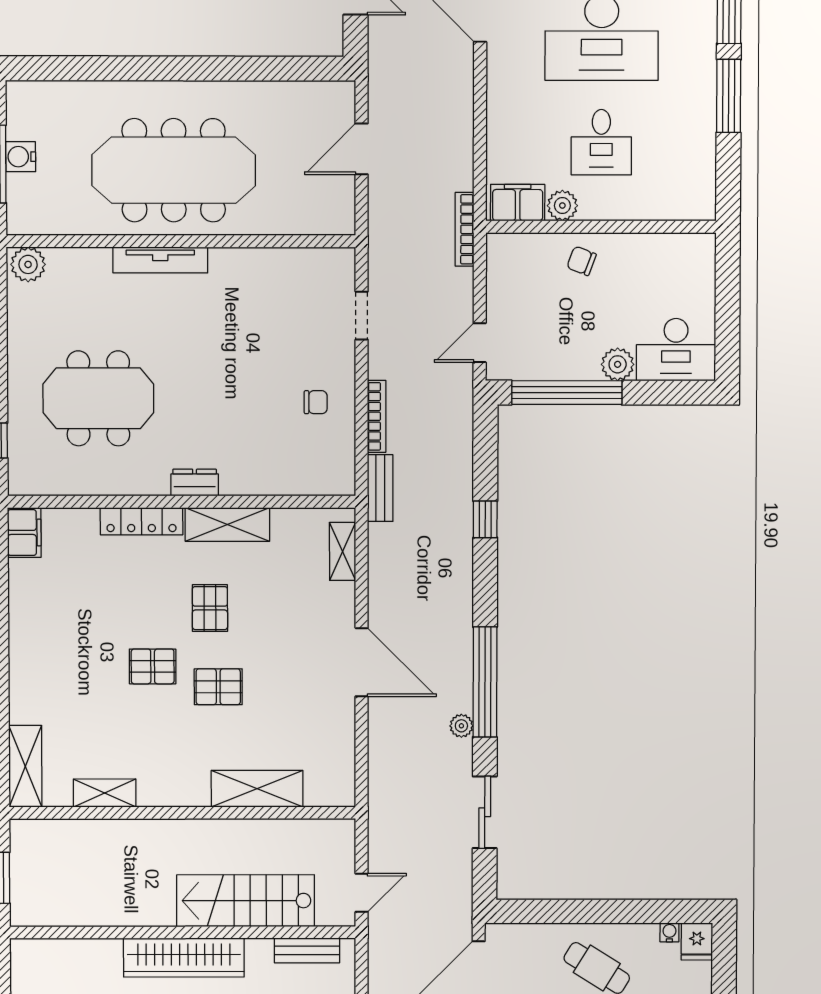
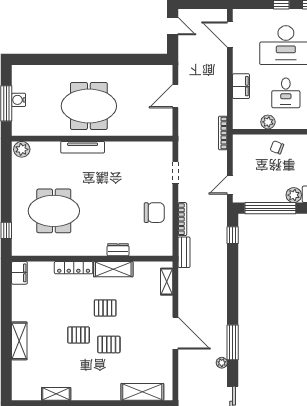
meeting table: (174, 170) -> (89, 106), width x0.73
filing cabinet: (518, 203) -> (241, 86), moved, turned 90
chair: (316, 402) -> (154, 213), width x1.87, depth x1.87
dresser: (195, 482) -> (118, 250), moved
window: (485, 519) -> (233, 235), moved
pallet: (210, 608) -> (105, 308), turned 90
window: (485, 682) -> (233, 342), width x0.68
shelving: (25, 766) -> (19, 341), moved
shelving: (257, 789) -> (142, 392), moved

